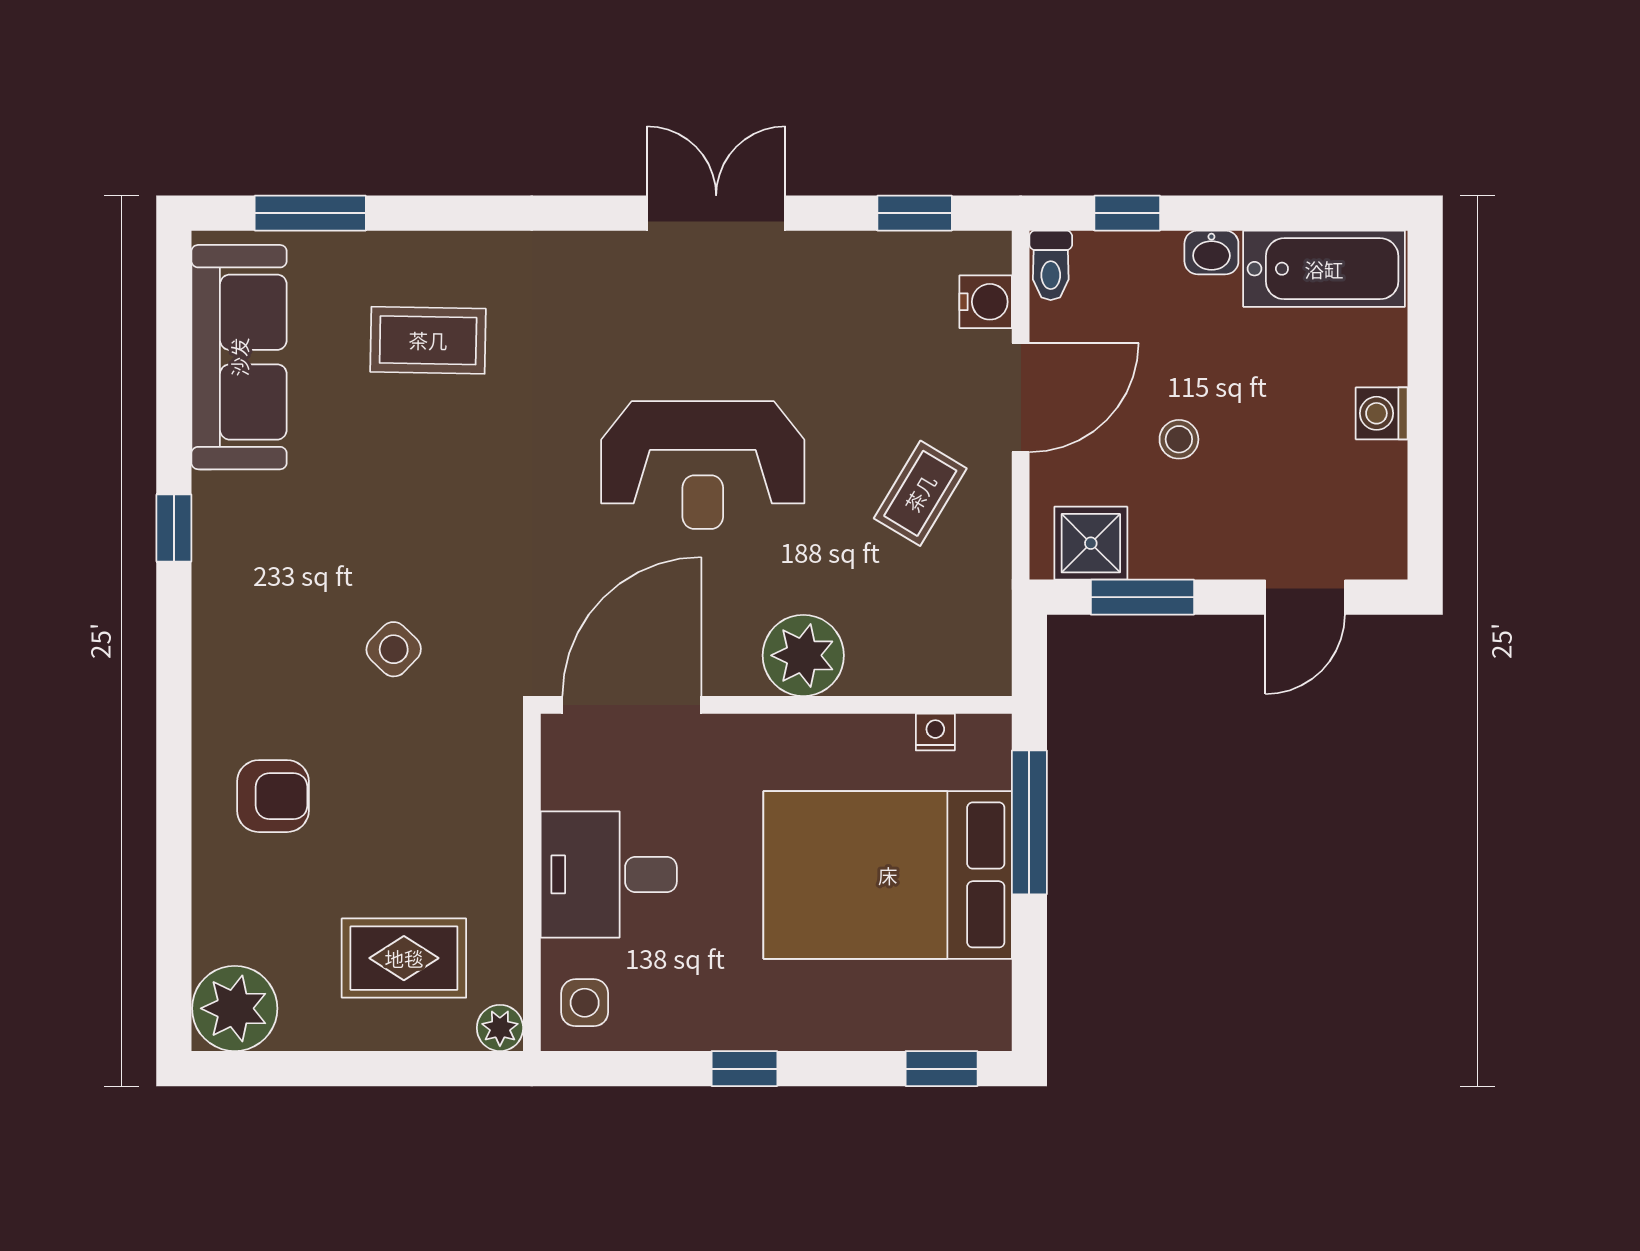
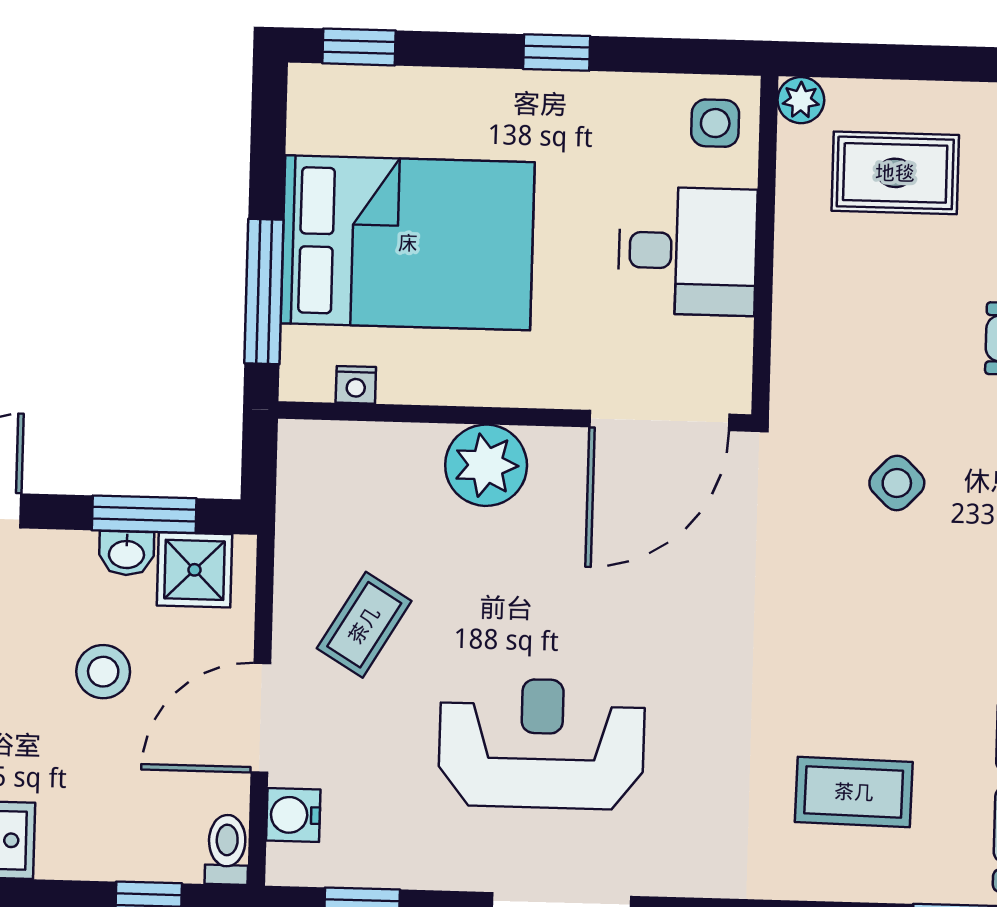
washbasin: (1211, 252) -> (126, 553), moved, turned 180
stool: (1179, 439) -> (103, 672), width x1.37, depth x1.37
reception desk: (703, 465) -> (542, 744), moved

